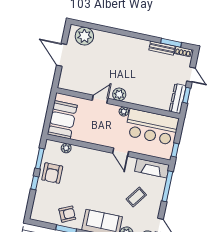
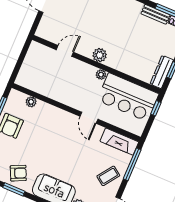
door: (100, 99) -> (65, 51), moved
booth: (62, 120) -> (33, 70), removed
window: (175, 150) -> (156, 108), moved
coffee table: (136, 197) -> (108, 176), moved

